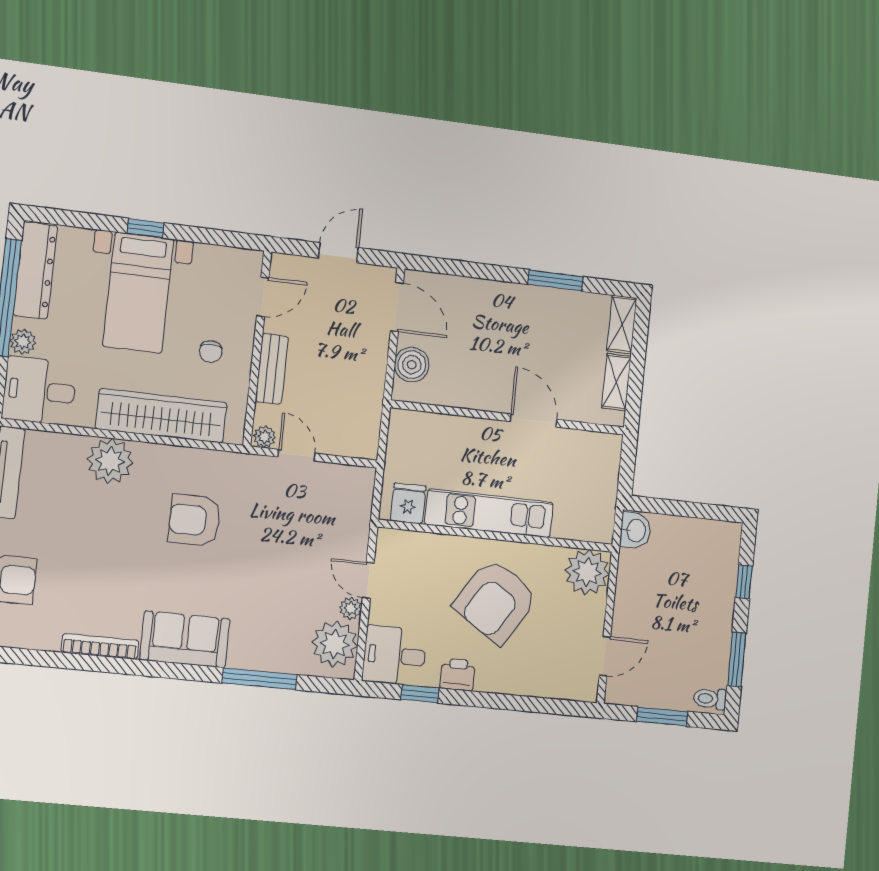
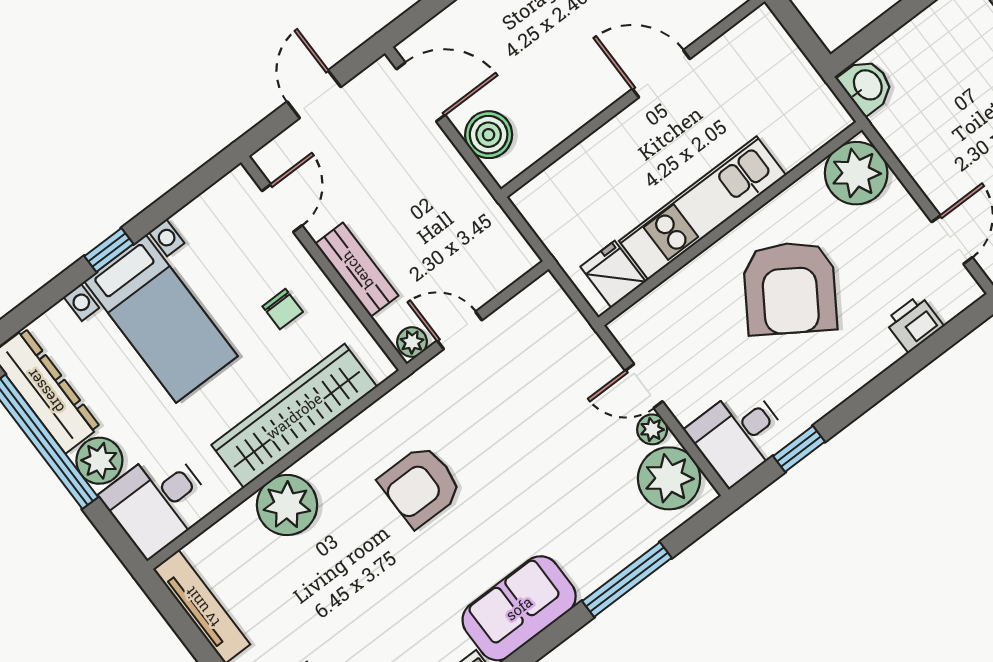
plant: (23, 342) -> (99, 461), width x1.38, depth x1.38
printer: (458, 675) -> (914, 323), moved

